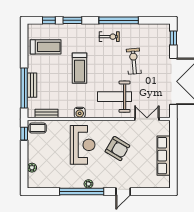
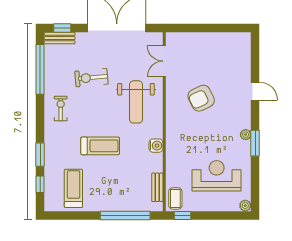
window: (119, 20) -> (40, 69), moved
bench: (32, 85) -> (60, 38), moved
reception desk: (83, 145) -> (217, 176), moved
armchair: (117, 149) -> (201, 98), turned -147
row of seats: (164, 156) -> (210, 40), removed
plant: (32, 168) -> (245, 206), moved
window: (82, 191) -> (255, 143), width x0.47

